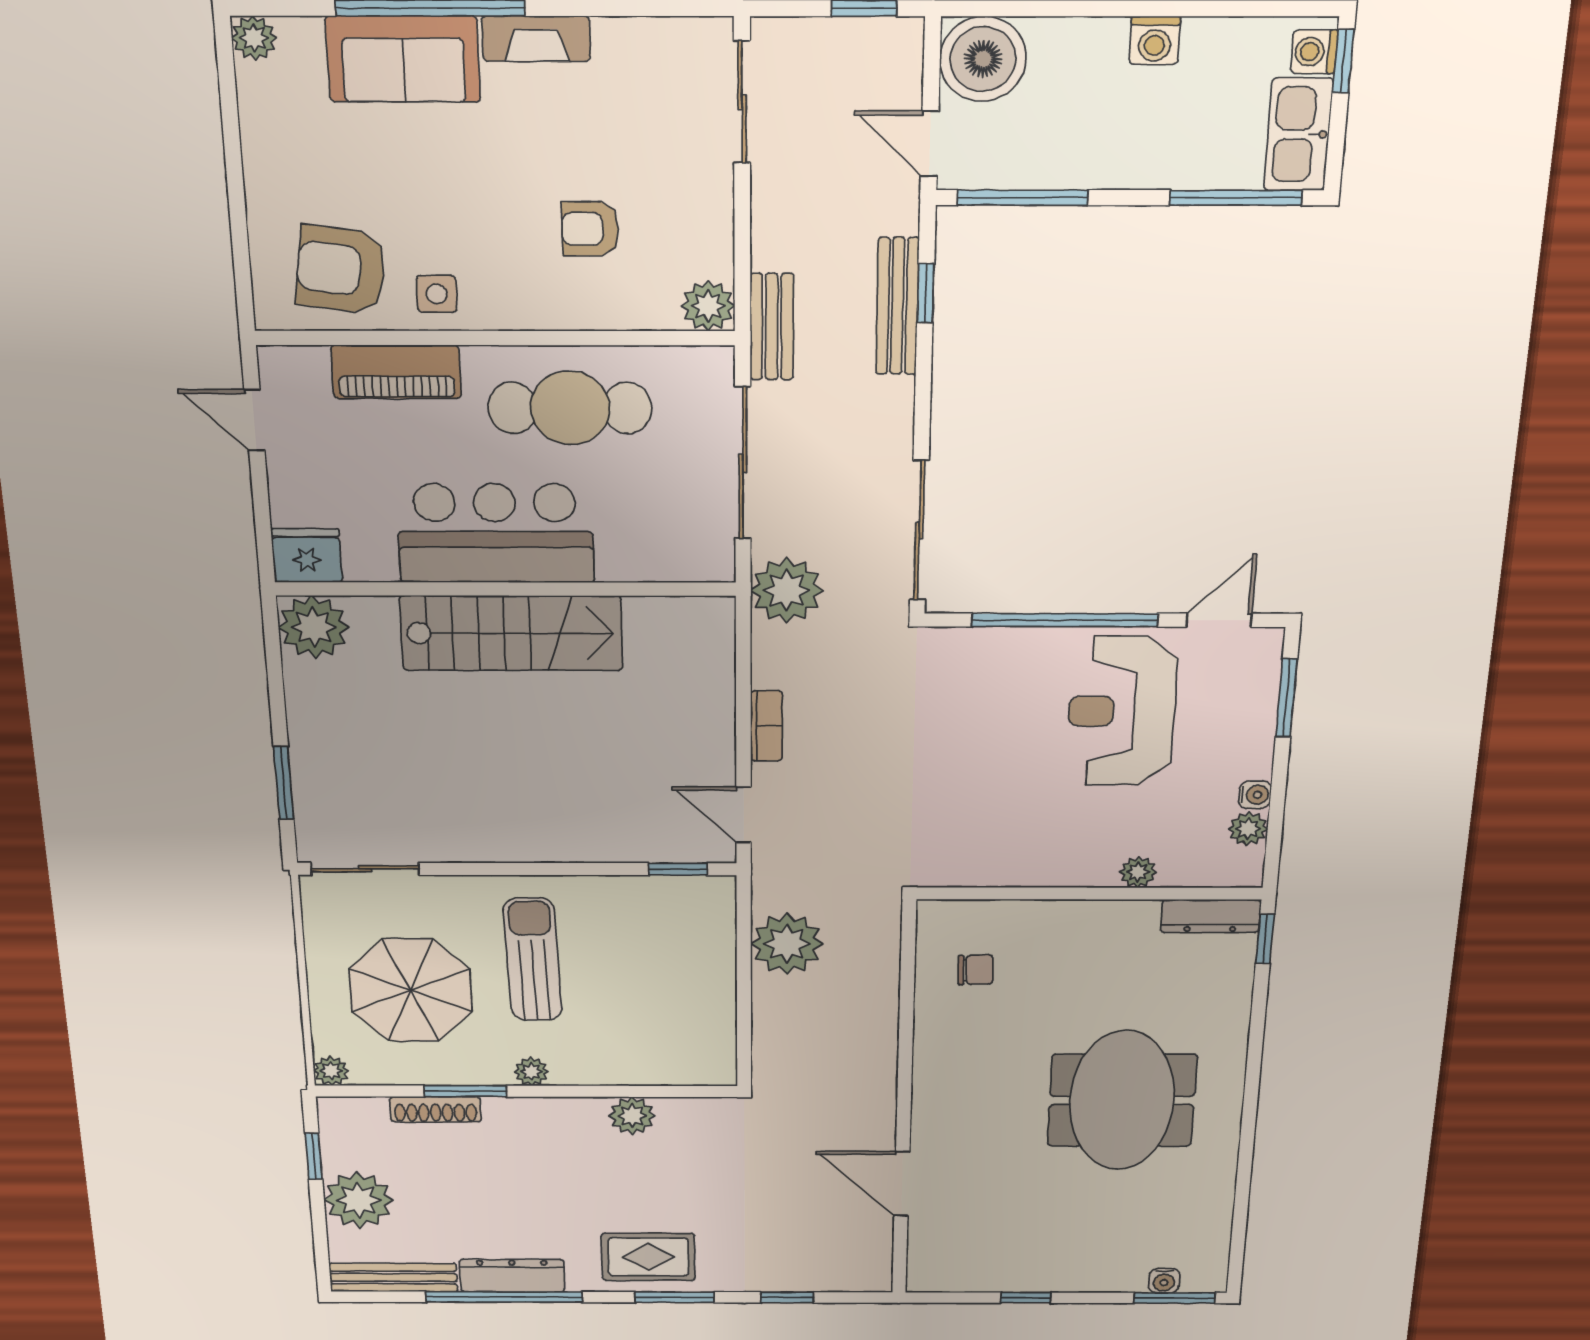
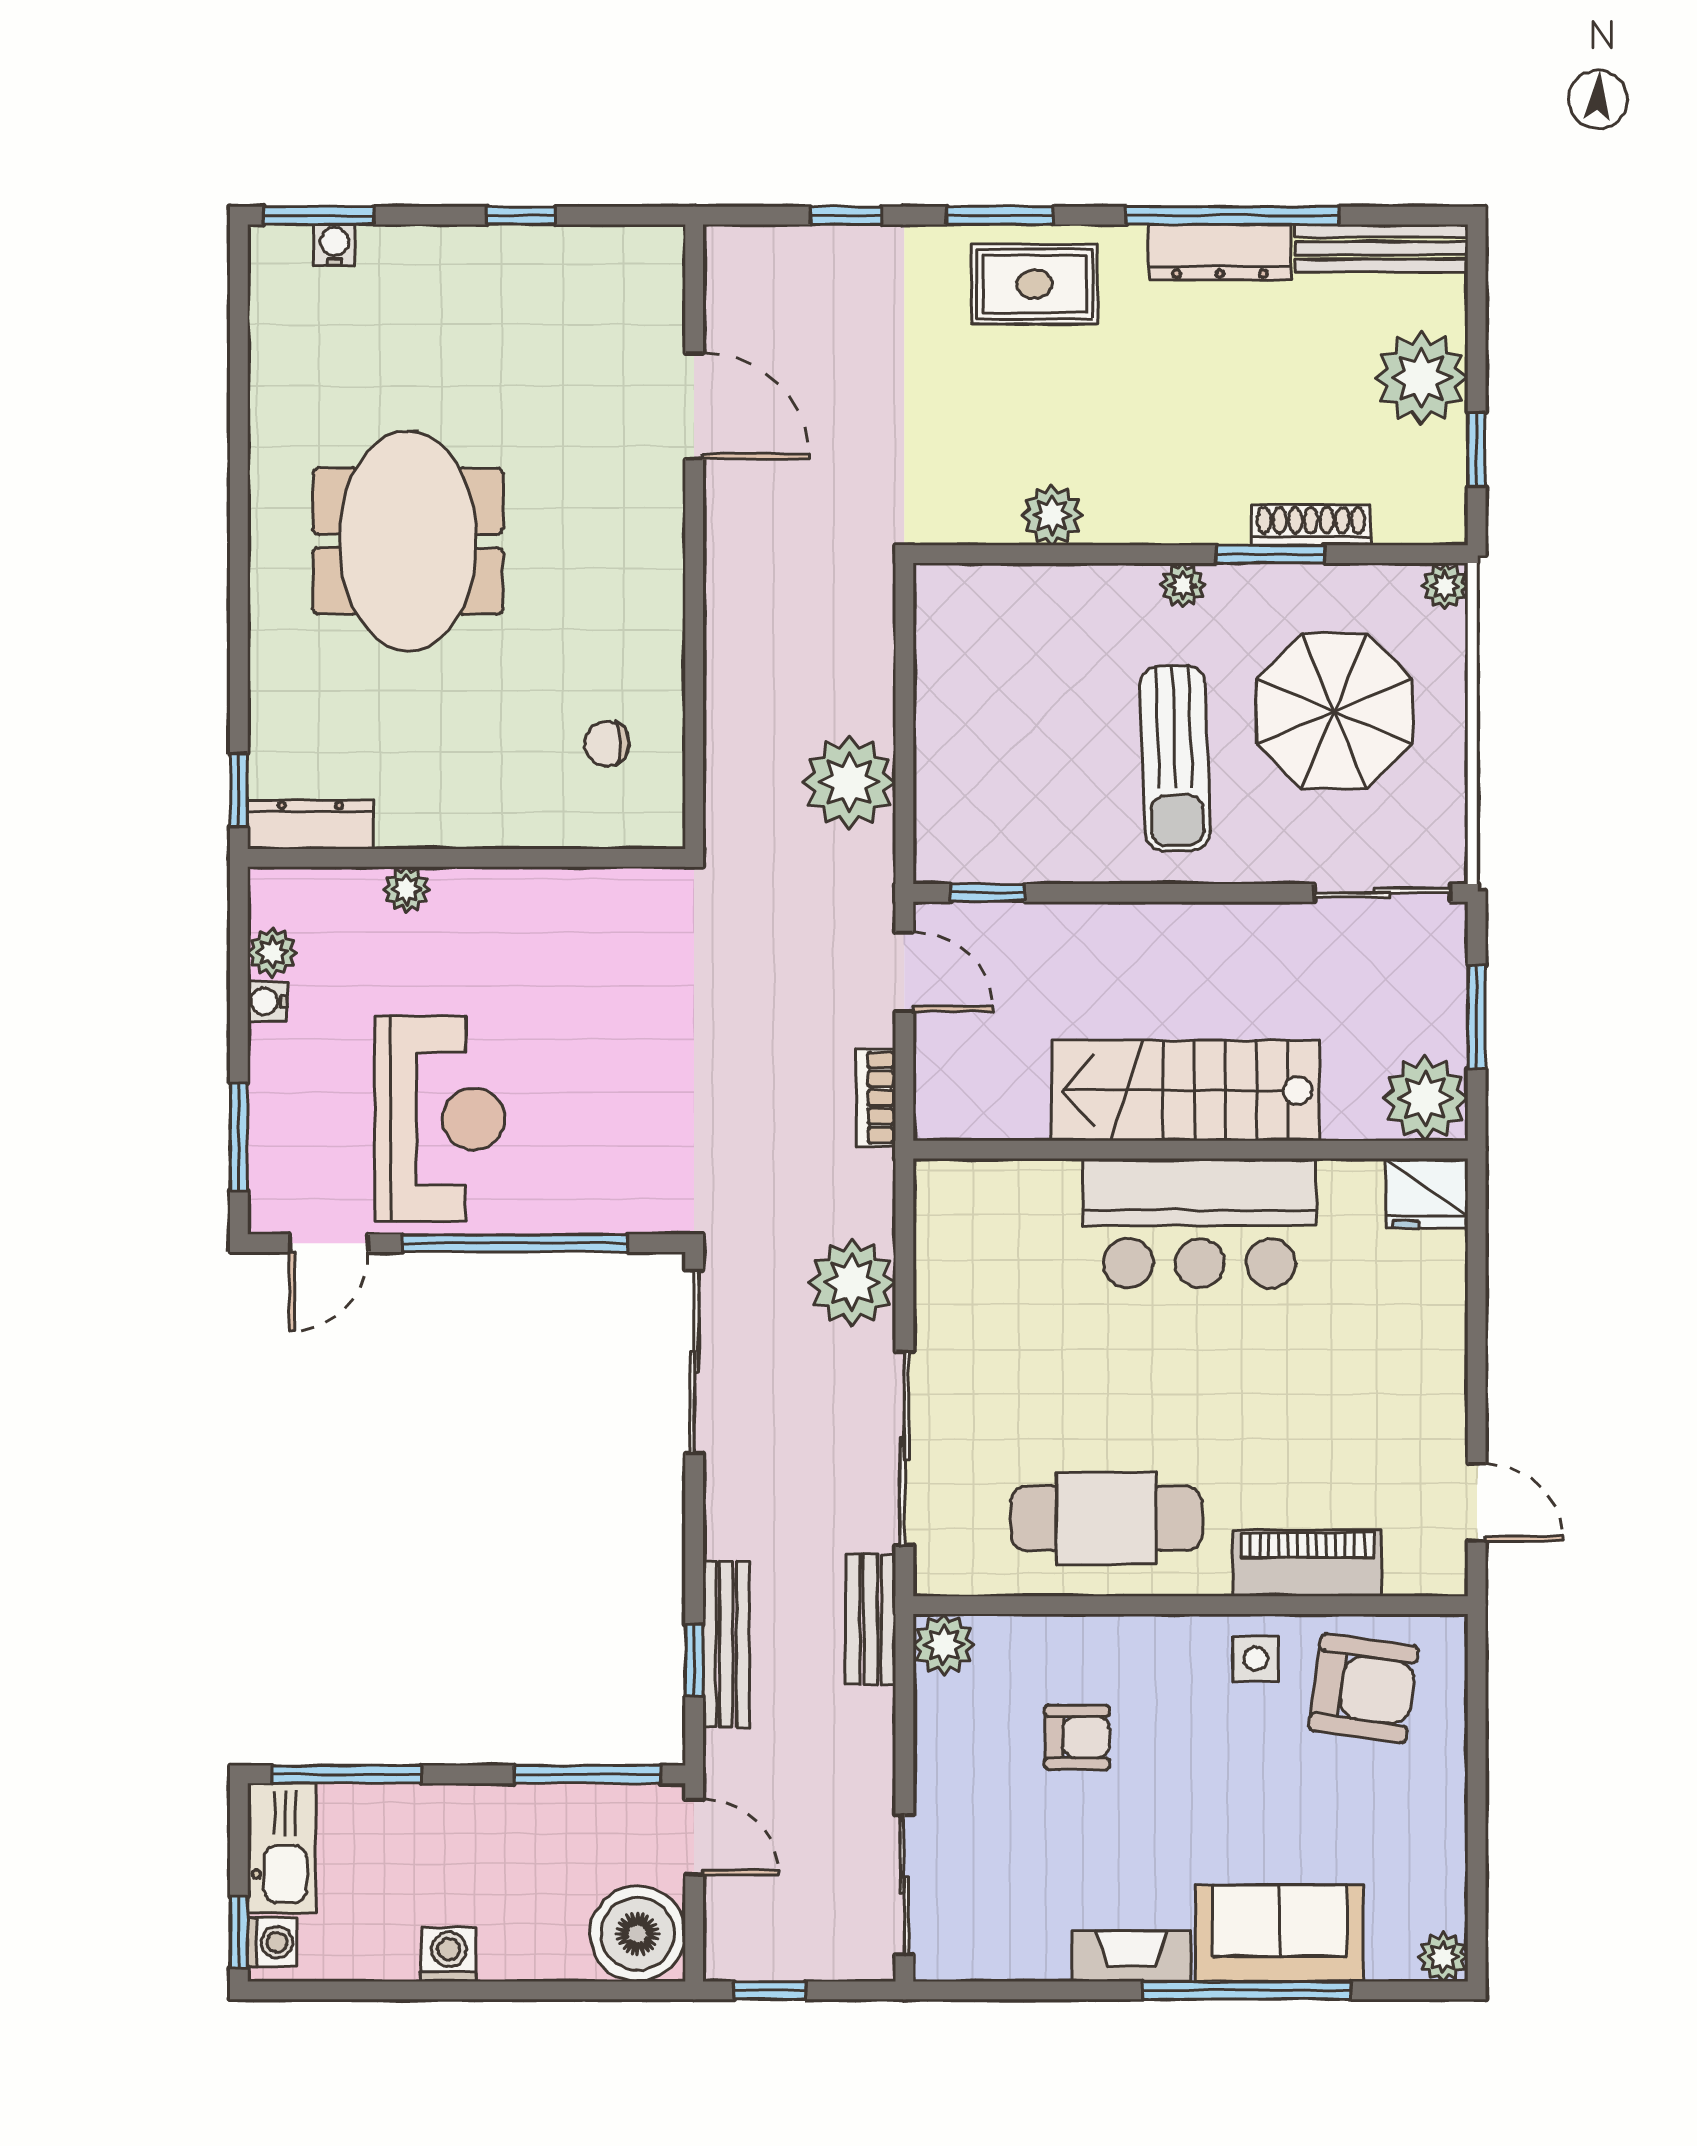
bar counter: (496, 533) -> (1200, 1223), moved
fridge: (307, 556) -> (1427, 1194), moved
wall: (505, 589) -> (1190, 1150), moved
plant: (314, 627) -> (1425, 1098), moved
stairs: (512, 633) -> (1185, 1090), moved

